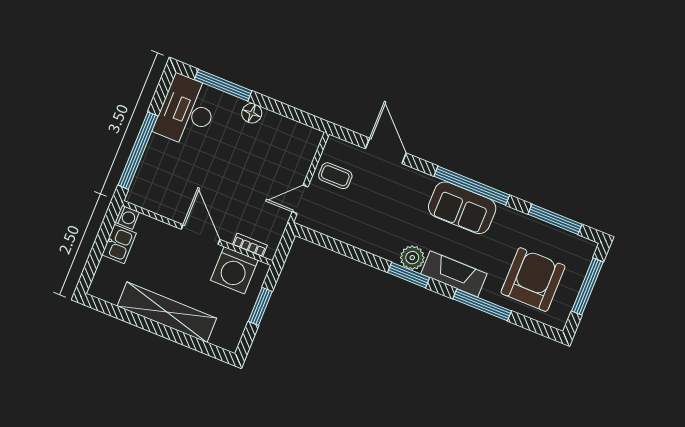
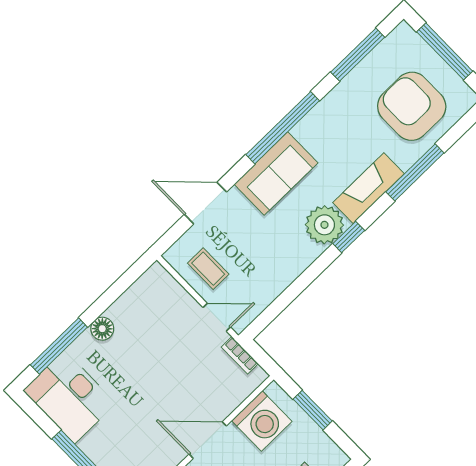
coffee table: (335, 176) -> (208, 269), turned 90
door: (300, 199) -> (217, 317), swing flipped
sofa: (462, 208) -> (276, 173), moved
bookcase: (250, 245) -> (240, 355), moved, turned -90
plant: (412, 258) -> (324, 225), width x1.36, depth x1.36
window: (409, 275) -> (349, 237), width x0.67

